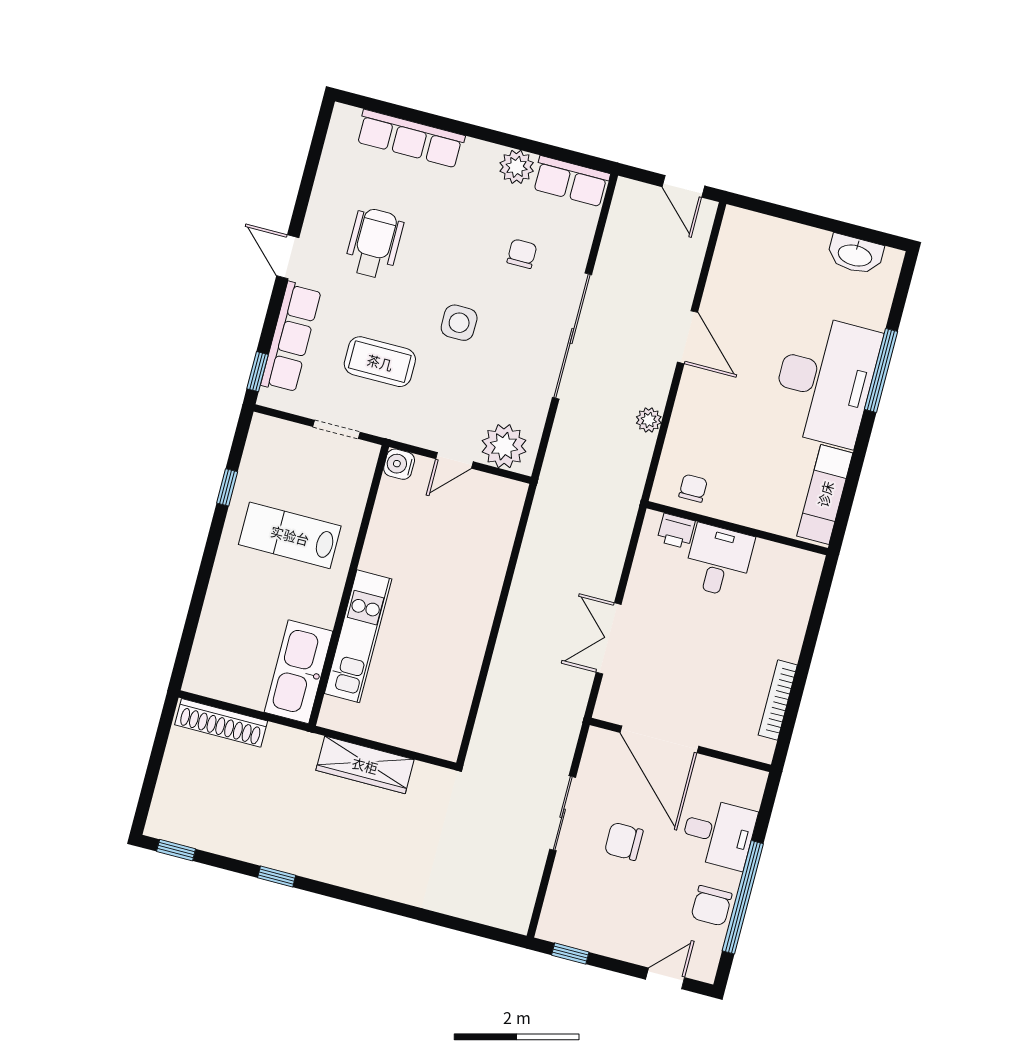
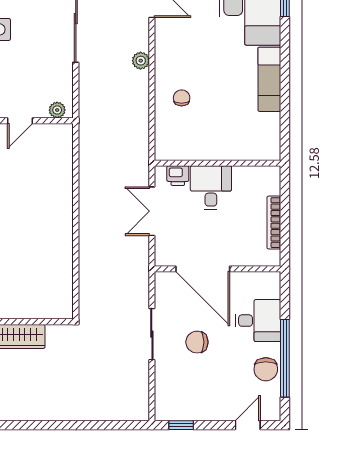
plant: (504, 446) -> (57, 110), width x0.53, depth x0.53
wall: (737, 528) -> (218, 163), moved
printer: (676, 531) -> (178, 176), moved
desk: (719, 561) -> (211, 188), moved

